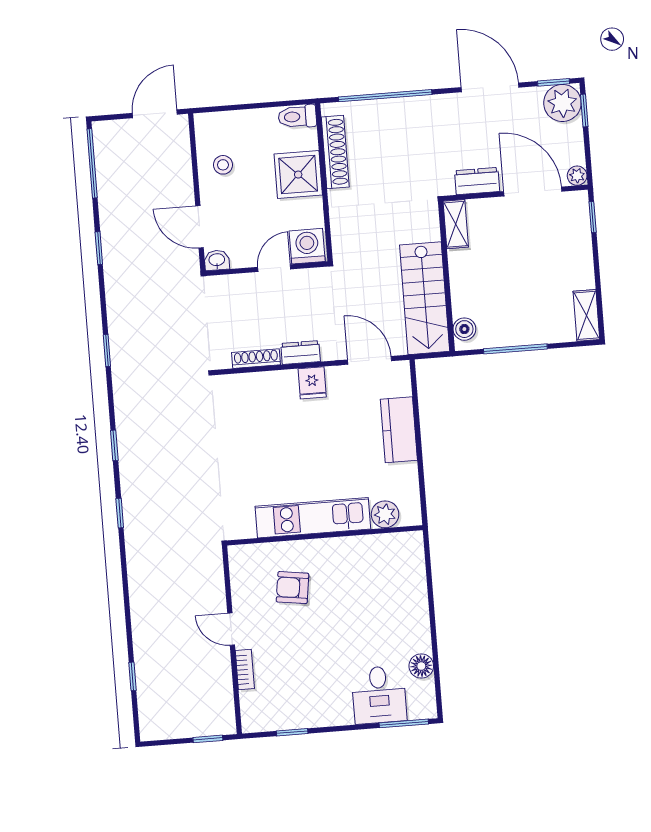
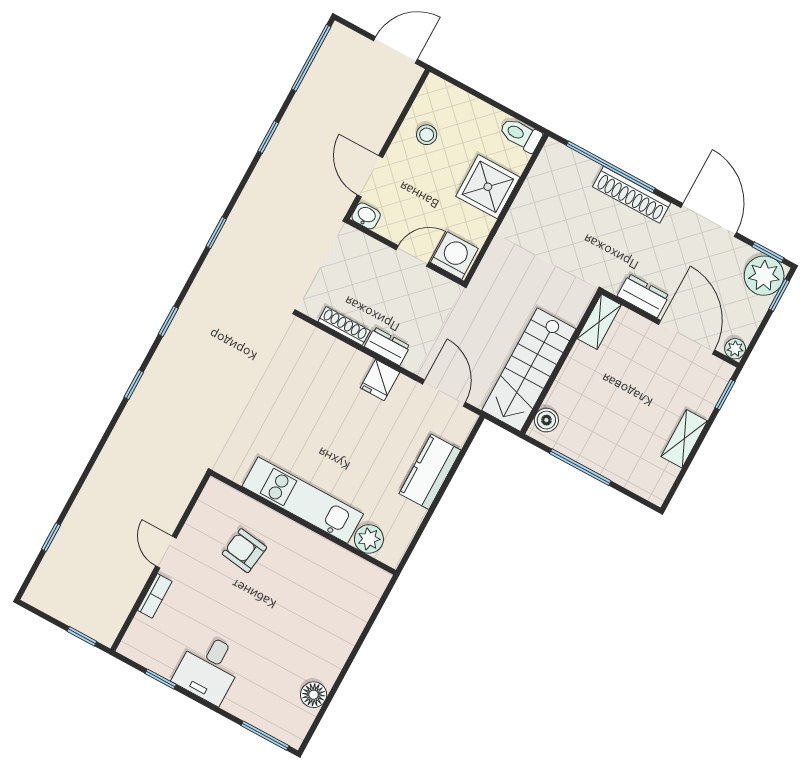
shoe rack: (335, 152) -> (632, 195), moved, turned 90
shelving: (586, 315) -> (684, 439), moved
desk: (379, 695) -> (209, 668), moved

